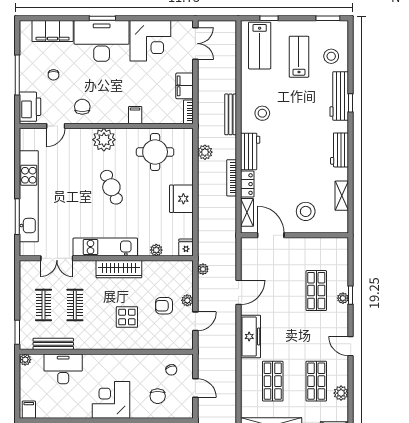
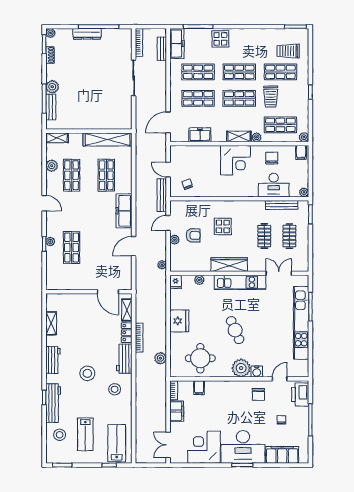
bench: (231, 114) -> (162, 195), moved
filing cabinet: (135, 115) -> (199, 388), moved
water cooler: (84, 135) -> (257, 372), added
stool: (306, 211) -> (87, 373), moved
chair: (158, 396) -> (272, 158), moved

